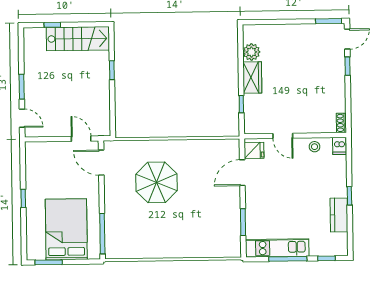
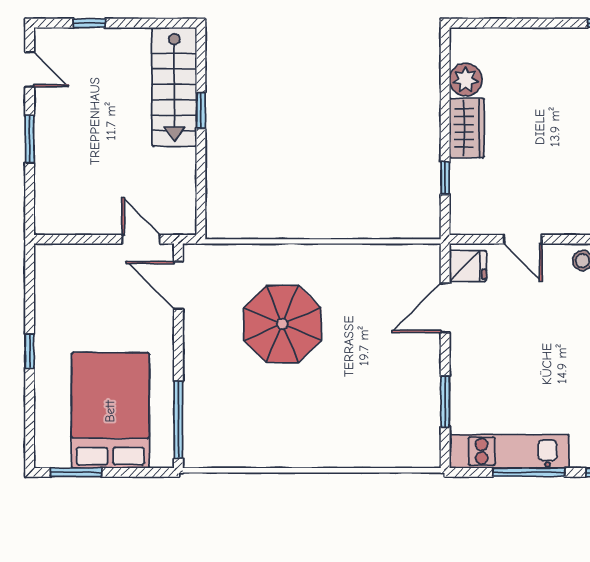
stairs: (78, 39) -> (174, 87), moved, turned 90
door: (22, 118) -> (30, 69), moved

